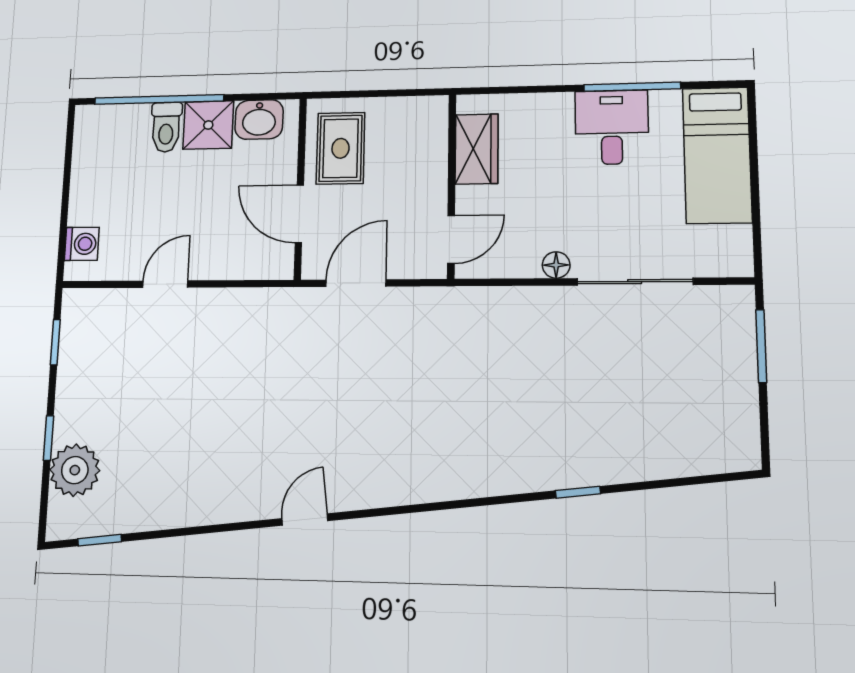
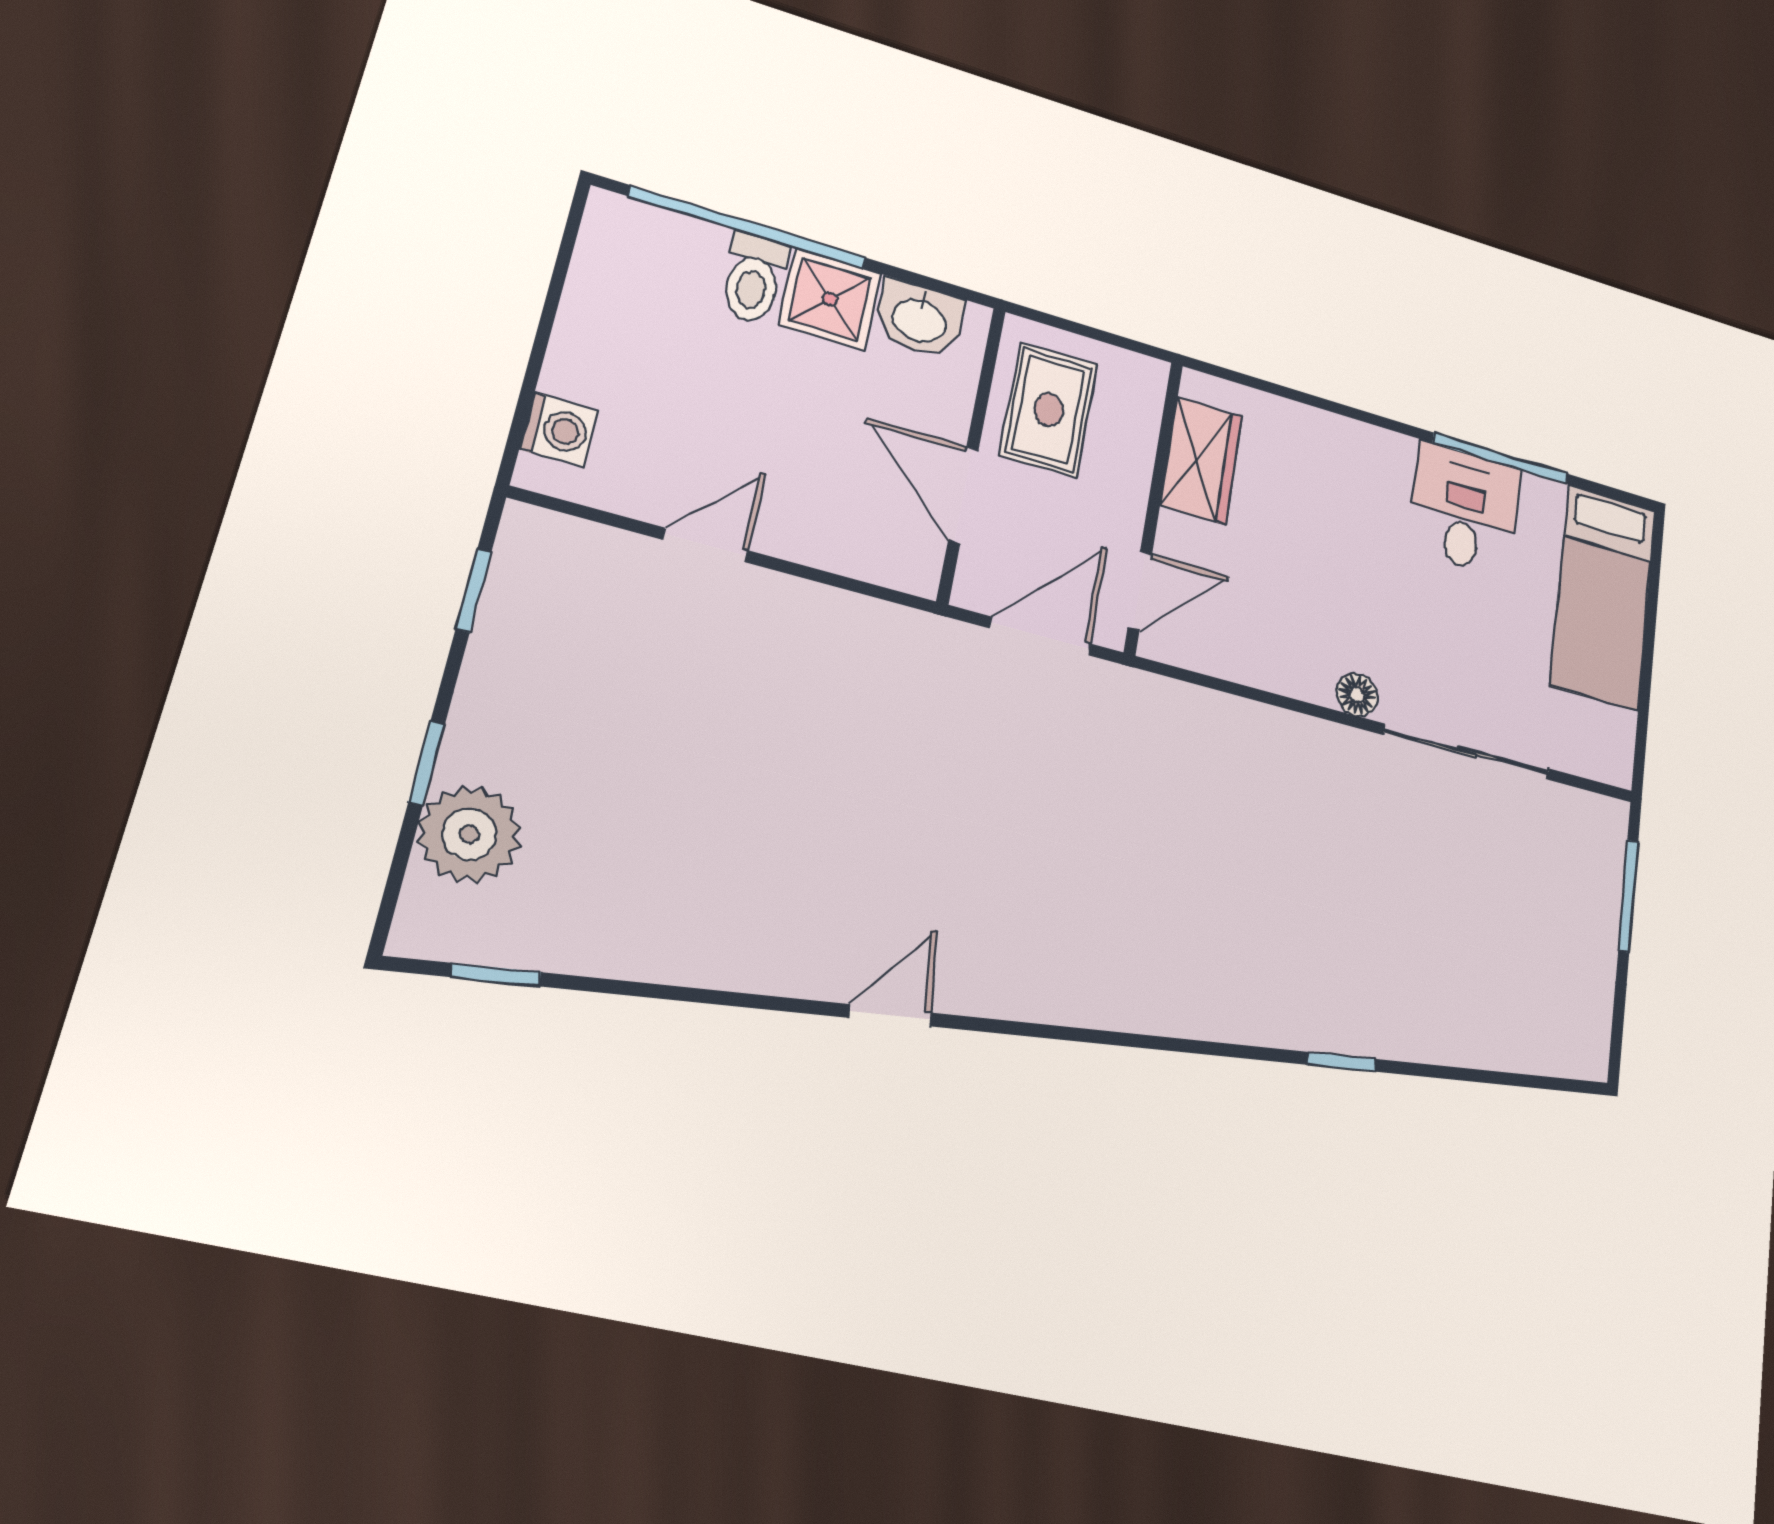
wardrobe: (477, 149) -> (1201, 461), moved
wall: (452, 186) -> (1154, 506), moved
door: (451, 239) -> (1140, 591), moved

